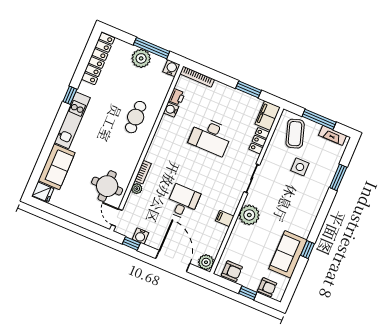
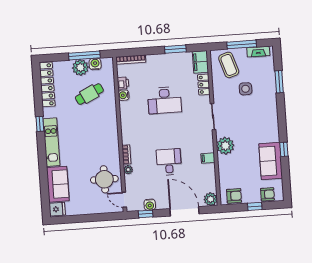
water cooler: (171, 68) -> (95, 64), moved
cafe table: (136, 117) -> (89, 94), moved, turned 64

